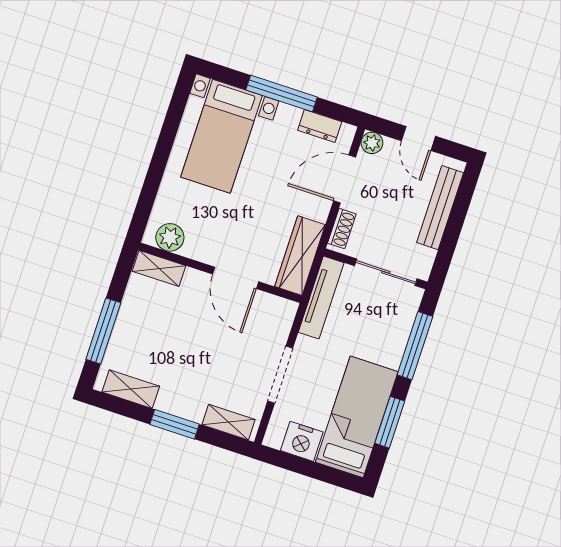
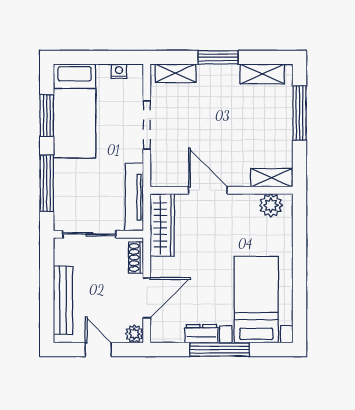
dresser: (320, 126) -> (201, 334), moved
nightstand: (302, 441) -> (119, 71), width x0.53, depth x0.56

